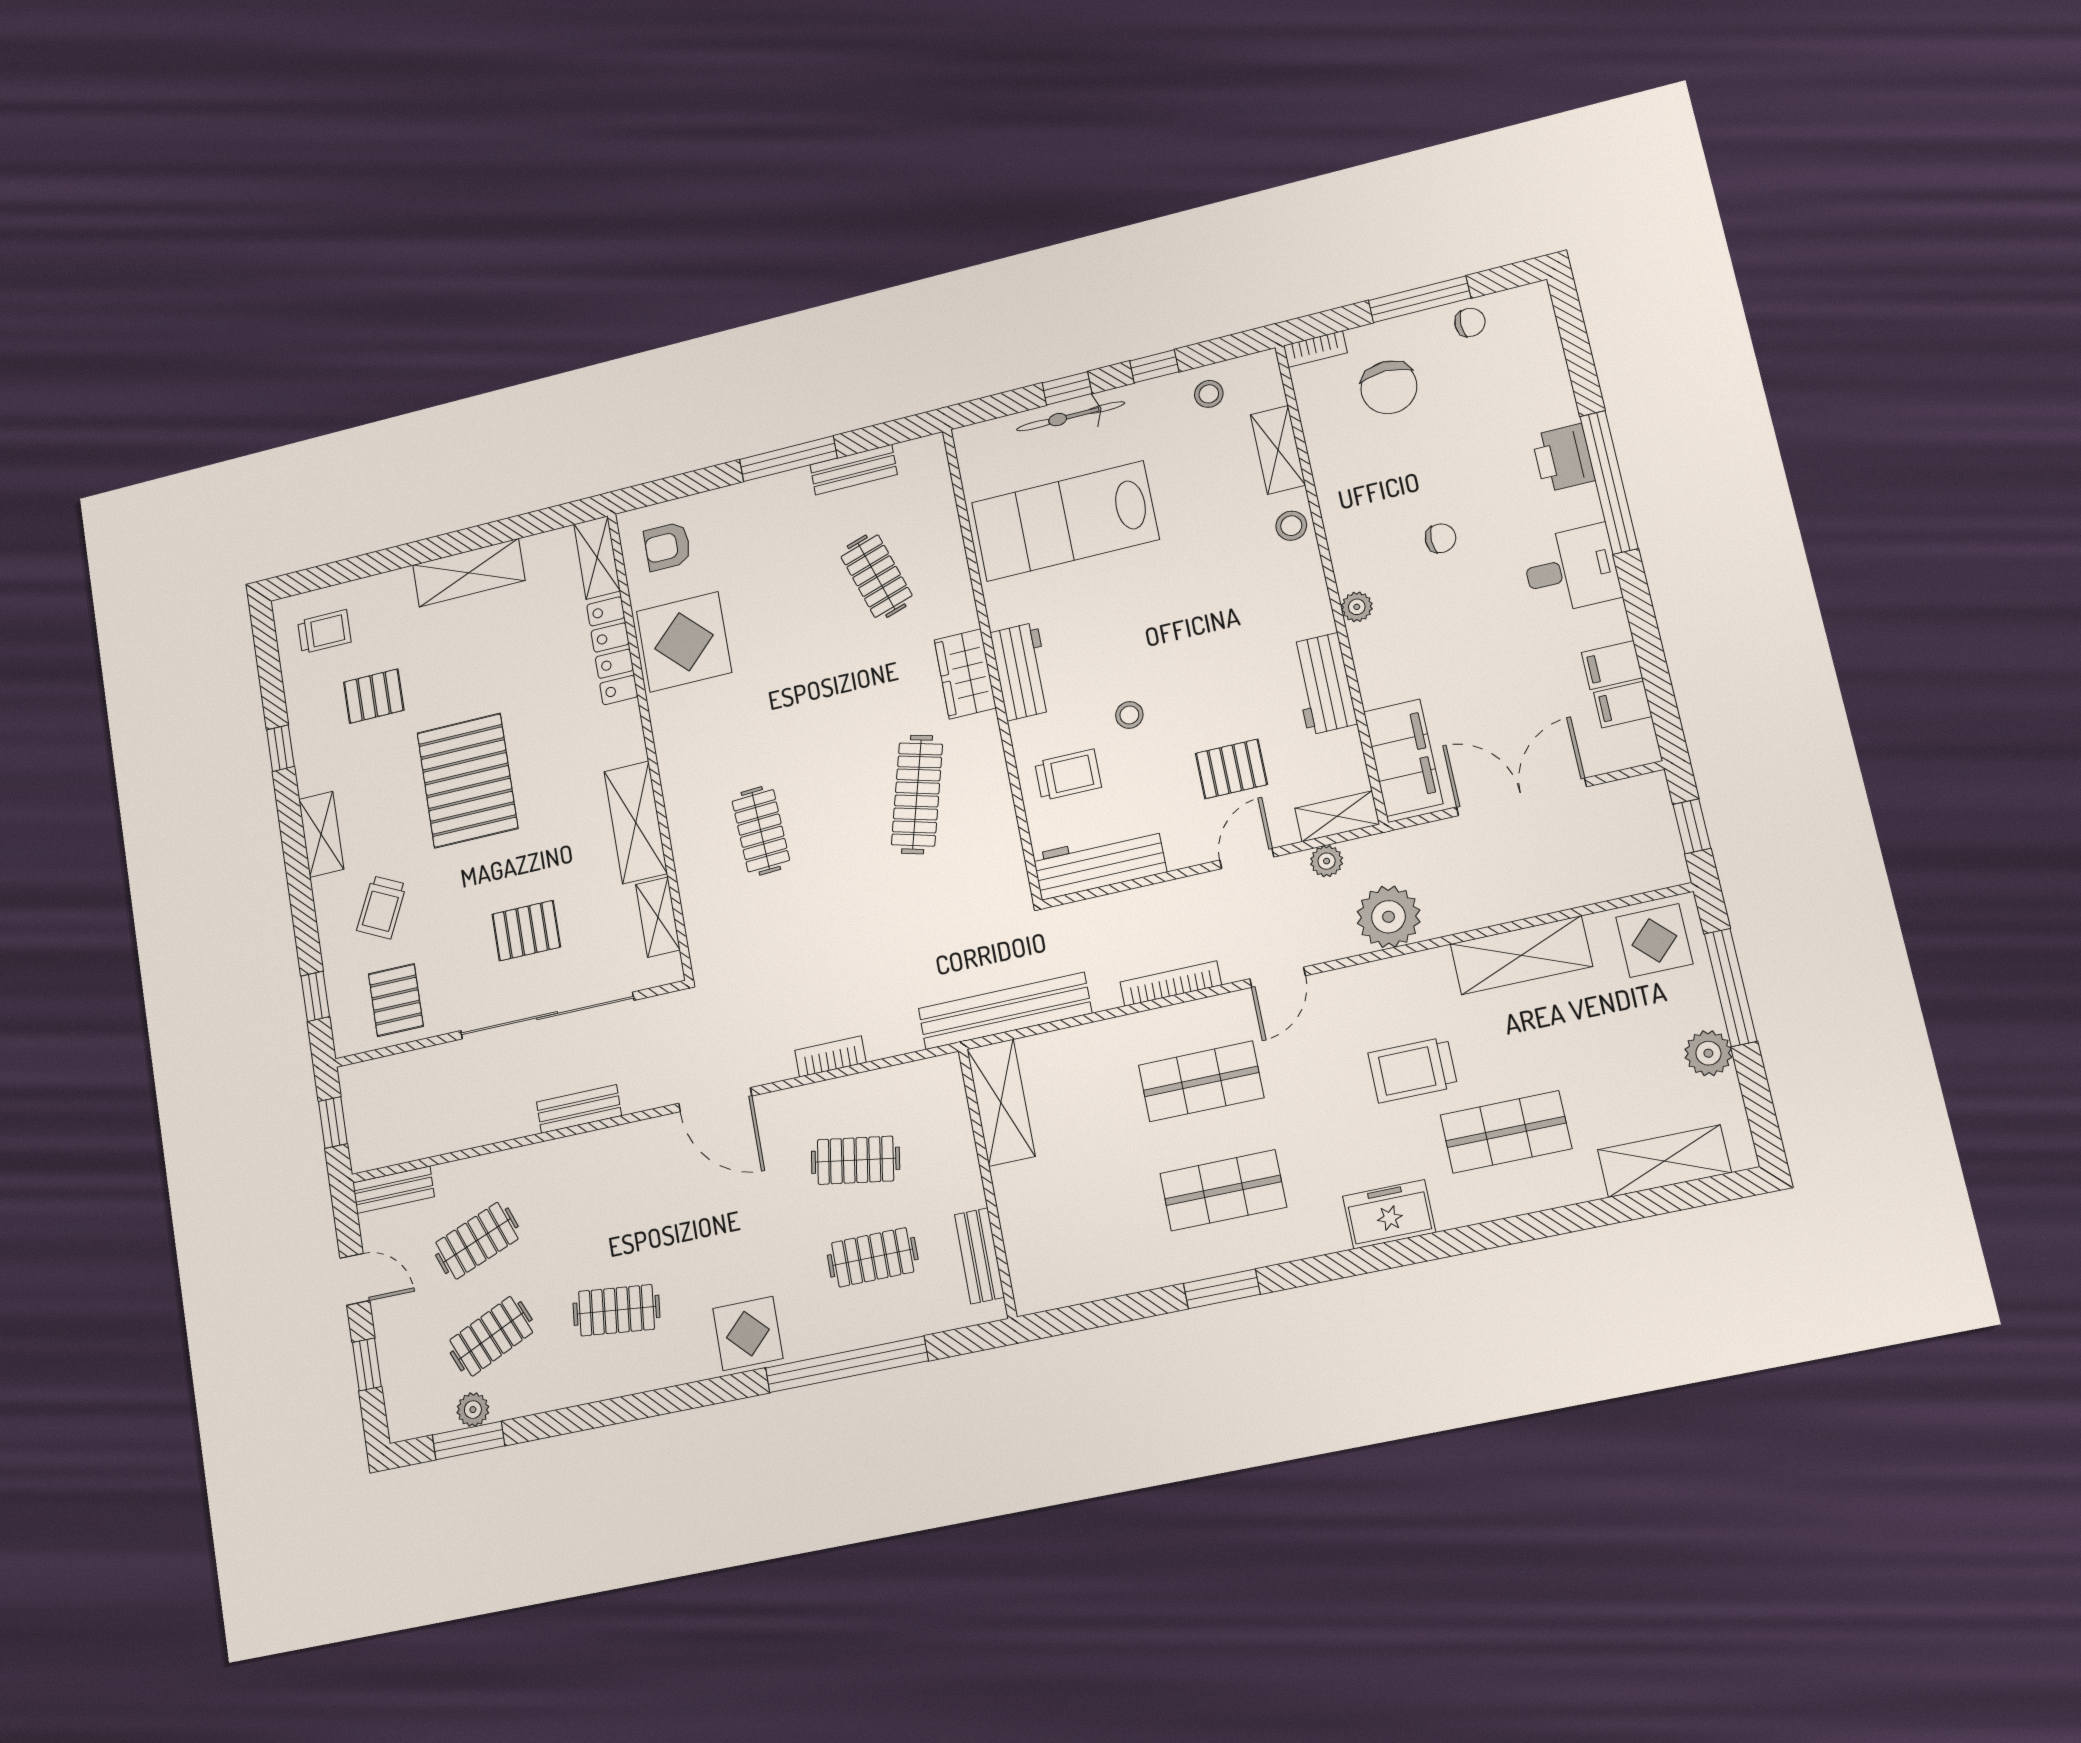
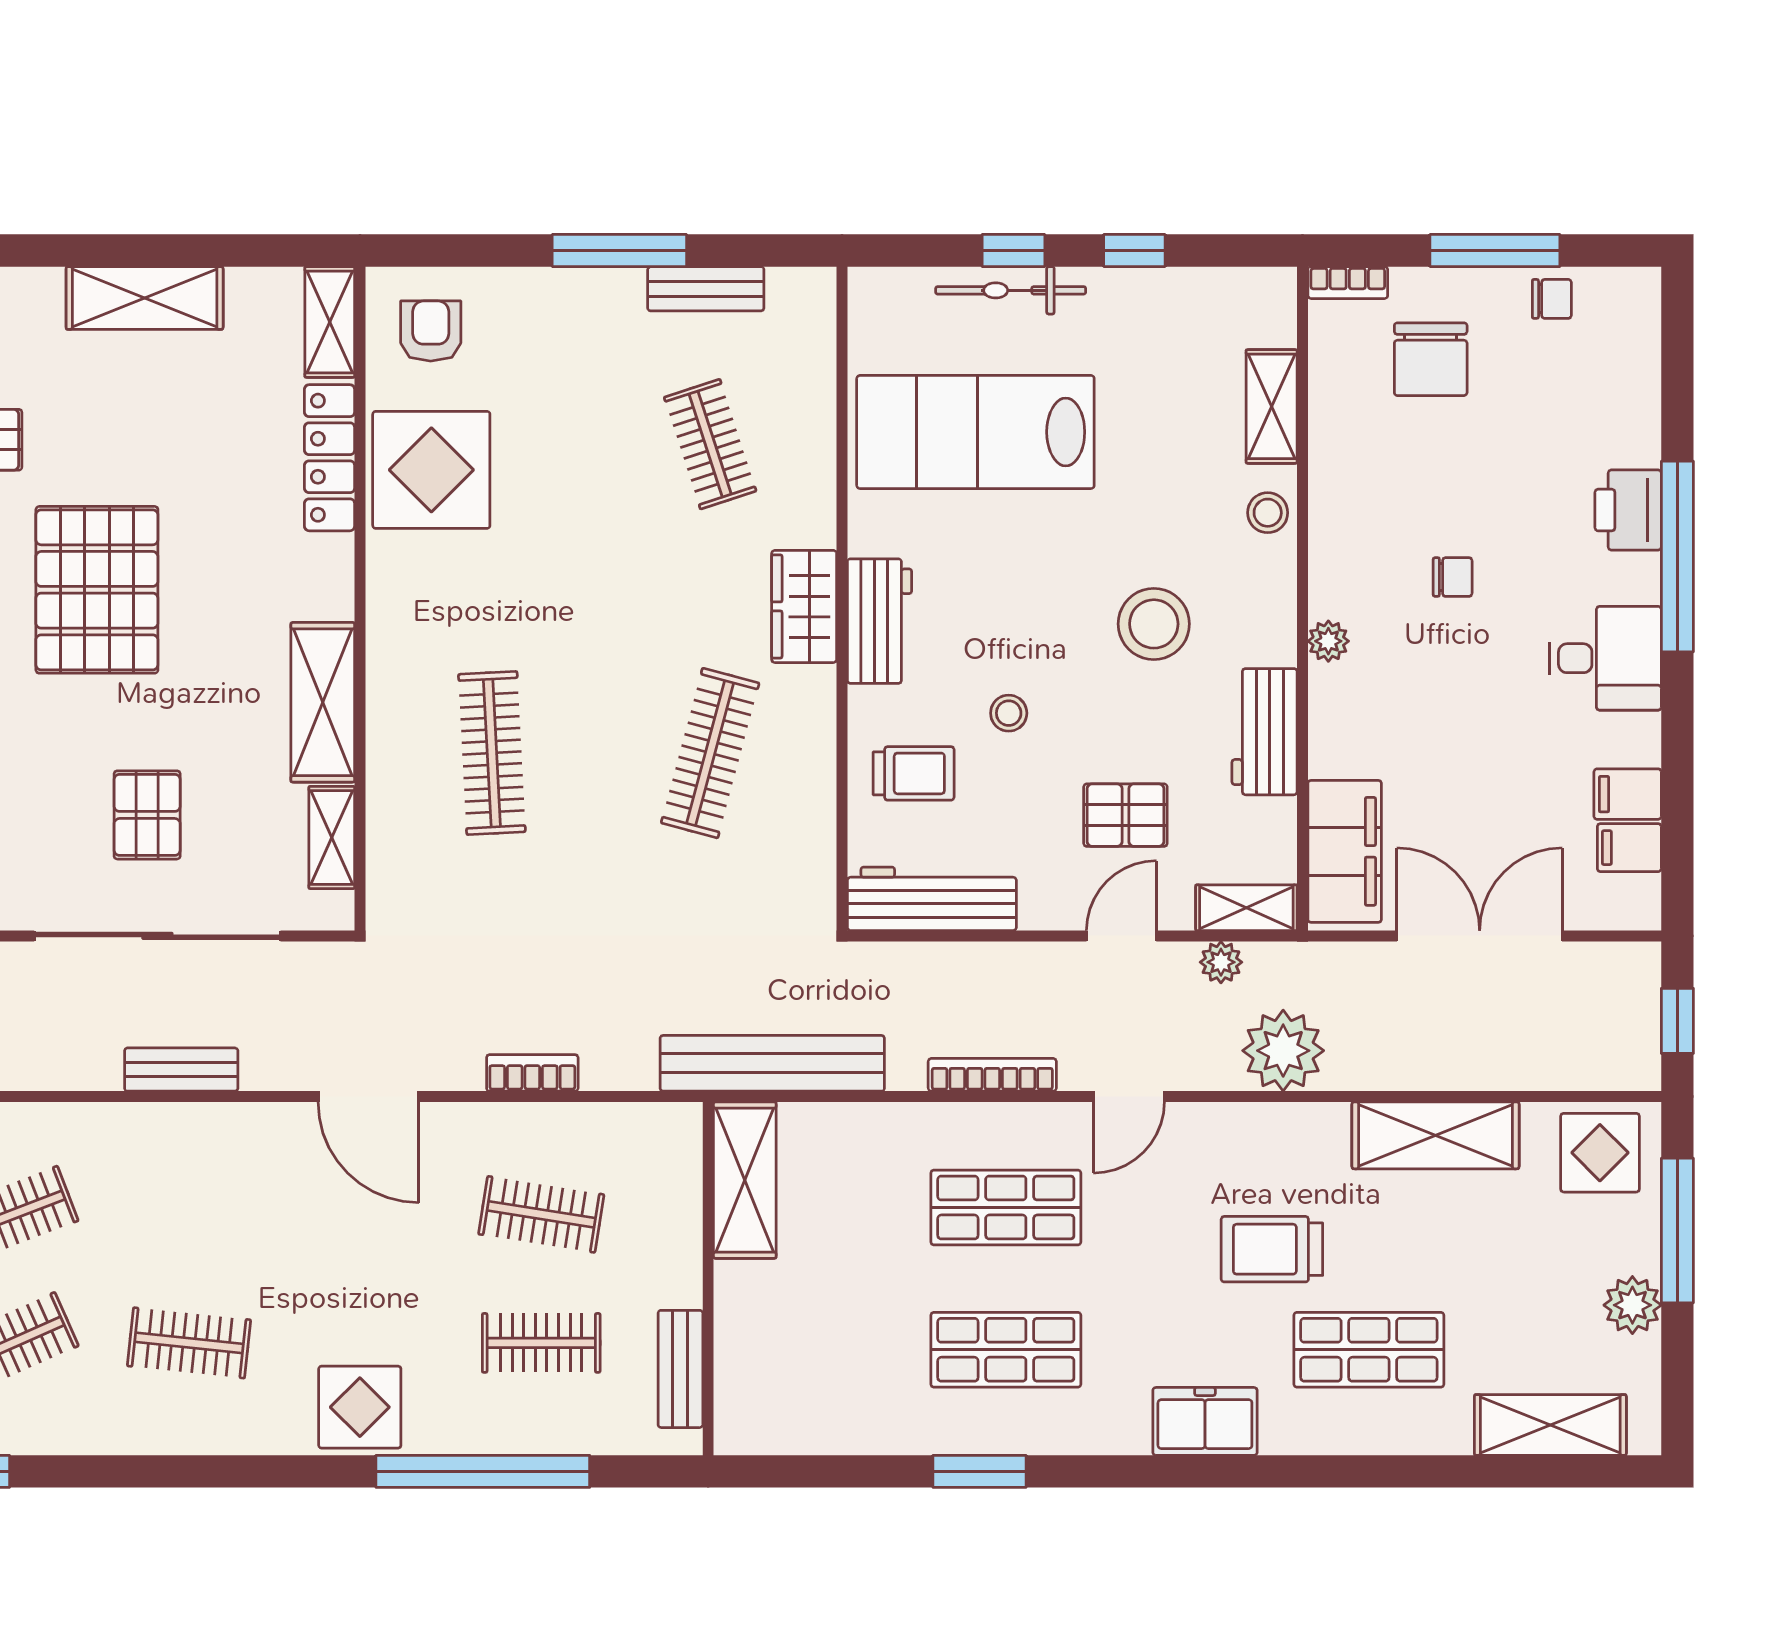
stool: (1209, 394) -> (1154, 624), moved, width x1.89, depth x1.89
armchair: (667, 546) -> (431, 331), turned 90
clothes rail: (761, 831) -> (492, 753), width x1.36
pallet: (526, 931) -> (147, 815), turned 90

